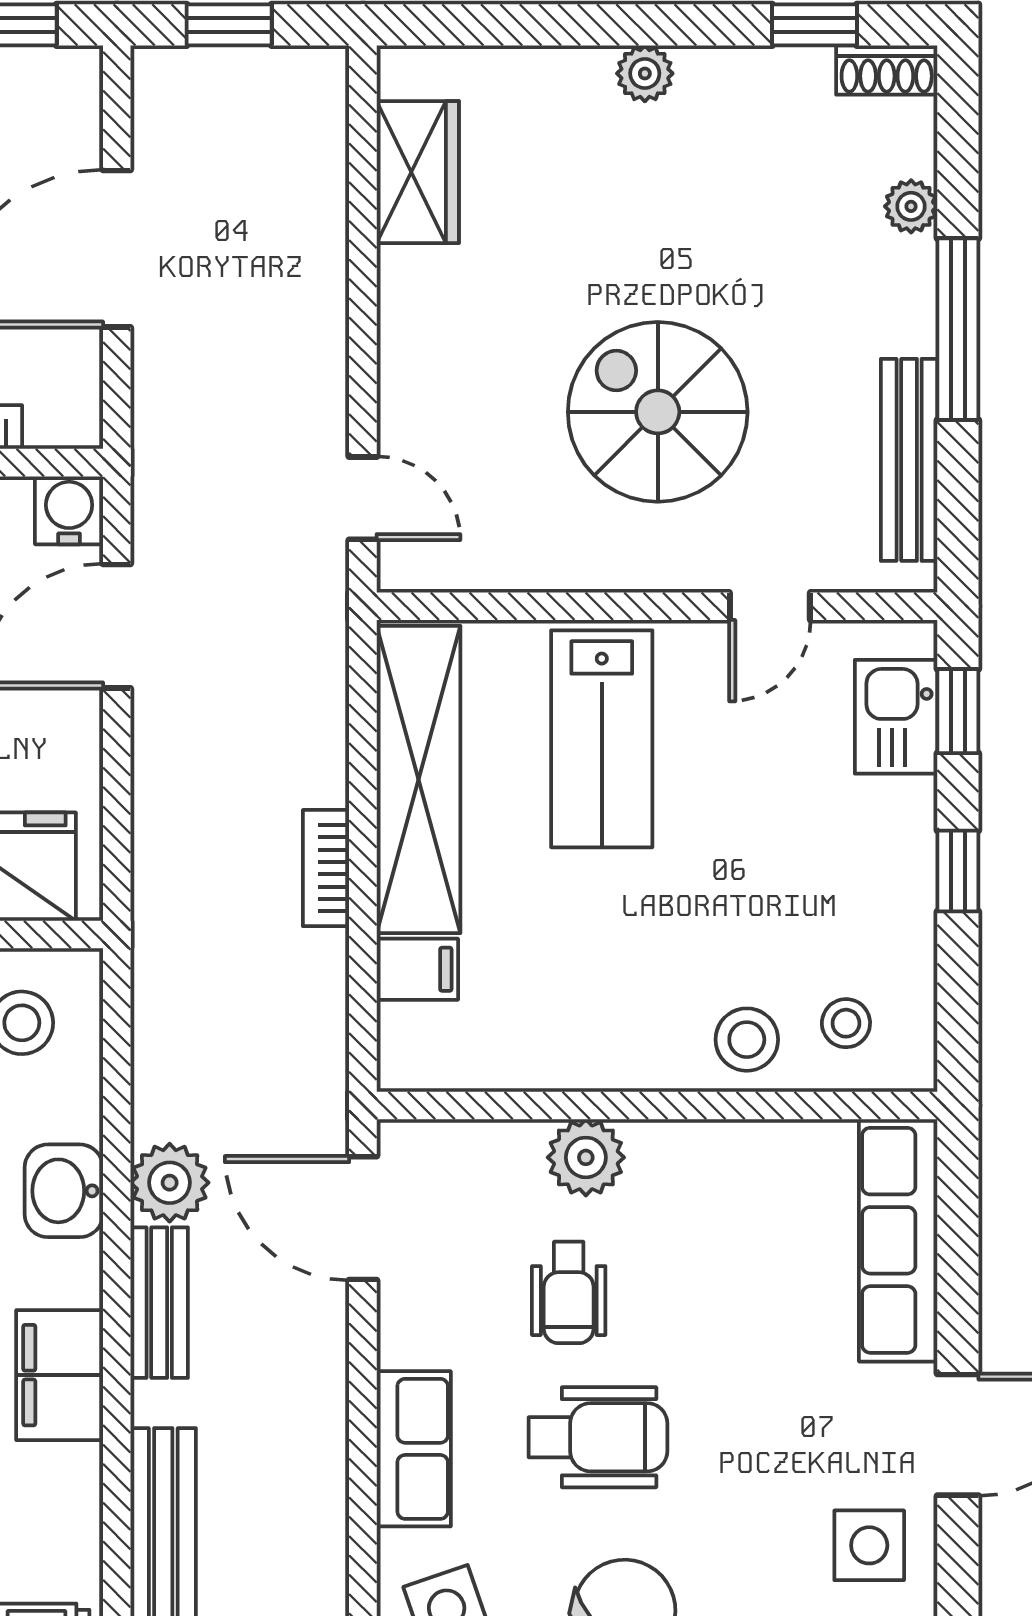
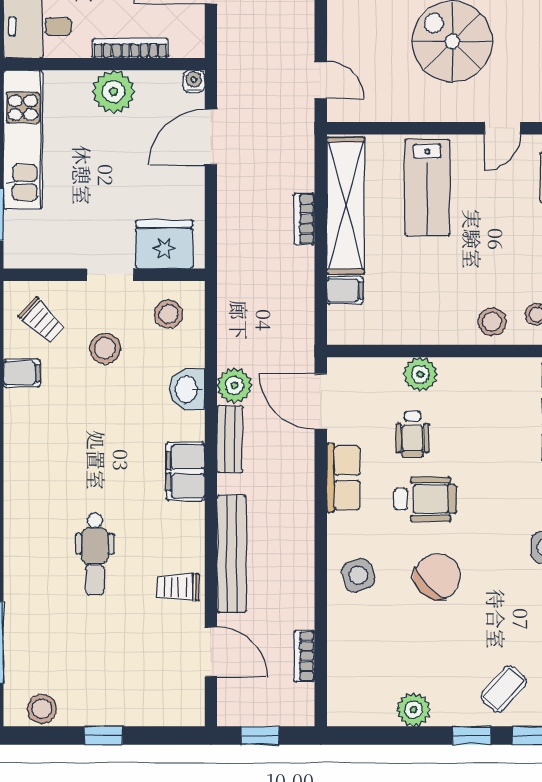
water cooler: (69, 510) -> (194, 81), width x0.72, depth x0.72
bookcase: (326, 868) -> (304, 219), moved
row of seats: (414, 1449) -> (343, 478), moved

